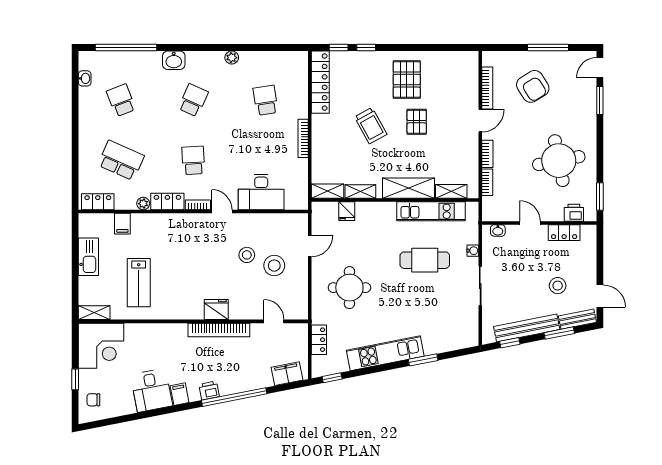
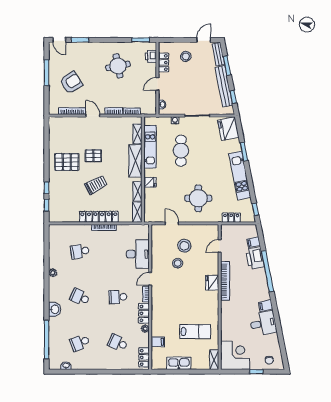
locker: (320, 82) -> (99, 217), moved
school desk: (121, 160) -> (118, 343), width x0.54
round table: (559, 161) -> (118, 66), width x0.73, depth x0.73
fridge: (347, 211) -> (150, 182), moved
stool: (558, 286) -> (186, 56), moved
fridge: (459, 335) -> (228, 129), added
filing cabinet: (287, 374) -> (254, 242), width x0.50
printer: (209, 390) -> (255, 258), moved, width x1.87, depth x1.48

